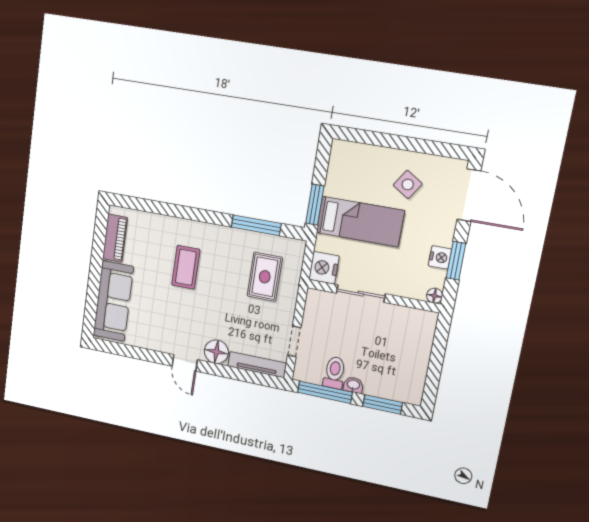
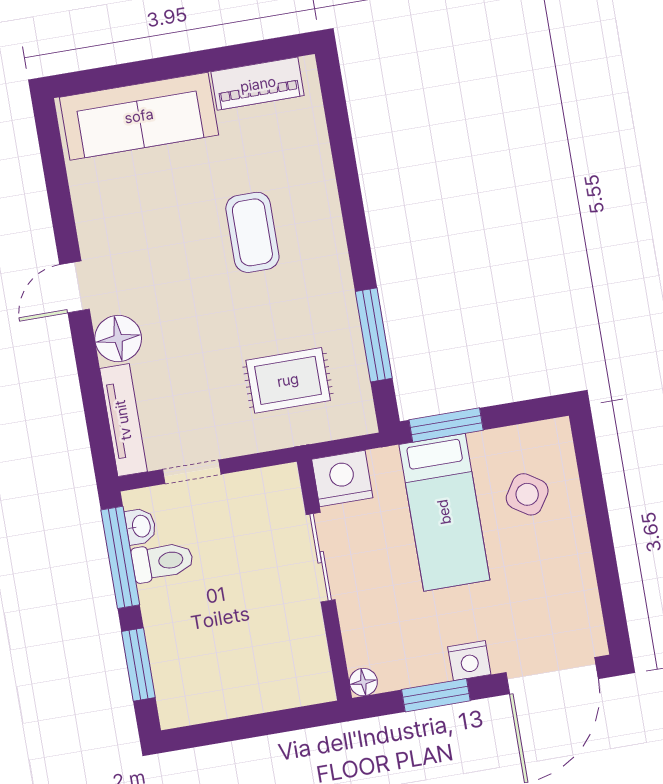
side table: (408, 184) -> (527, 494), moved
nightstand: (440, 257) -> (469, 661), moved
coffee table: (186, 267) -> (252, 232), turned 90
washbasin: (353, 385) -> (141, 526), moved

